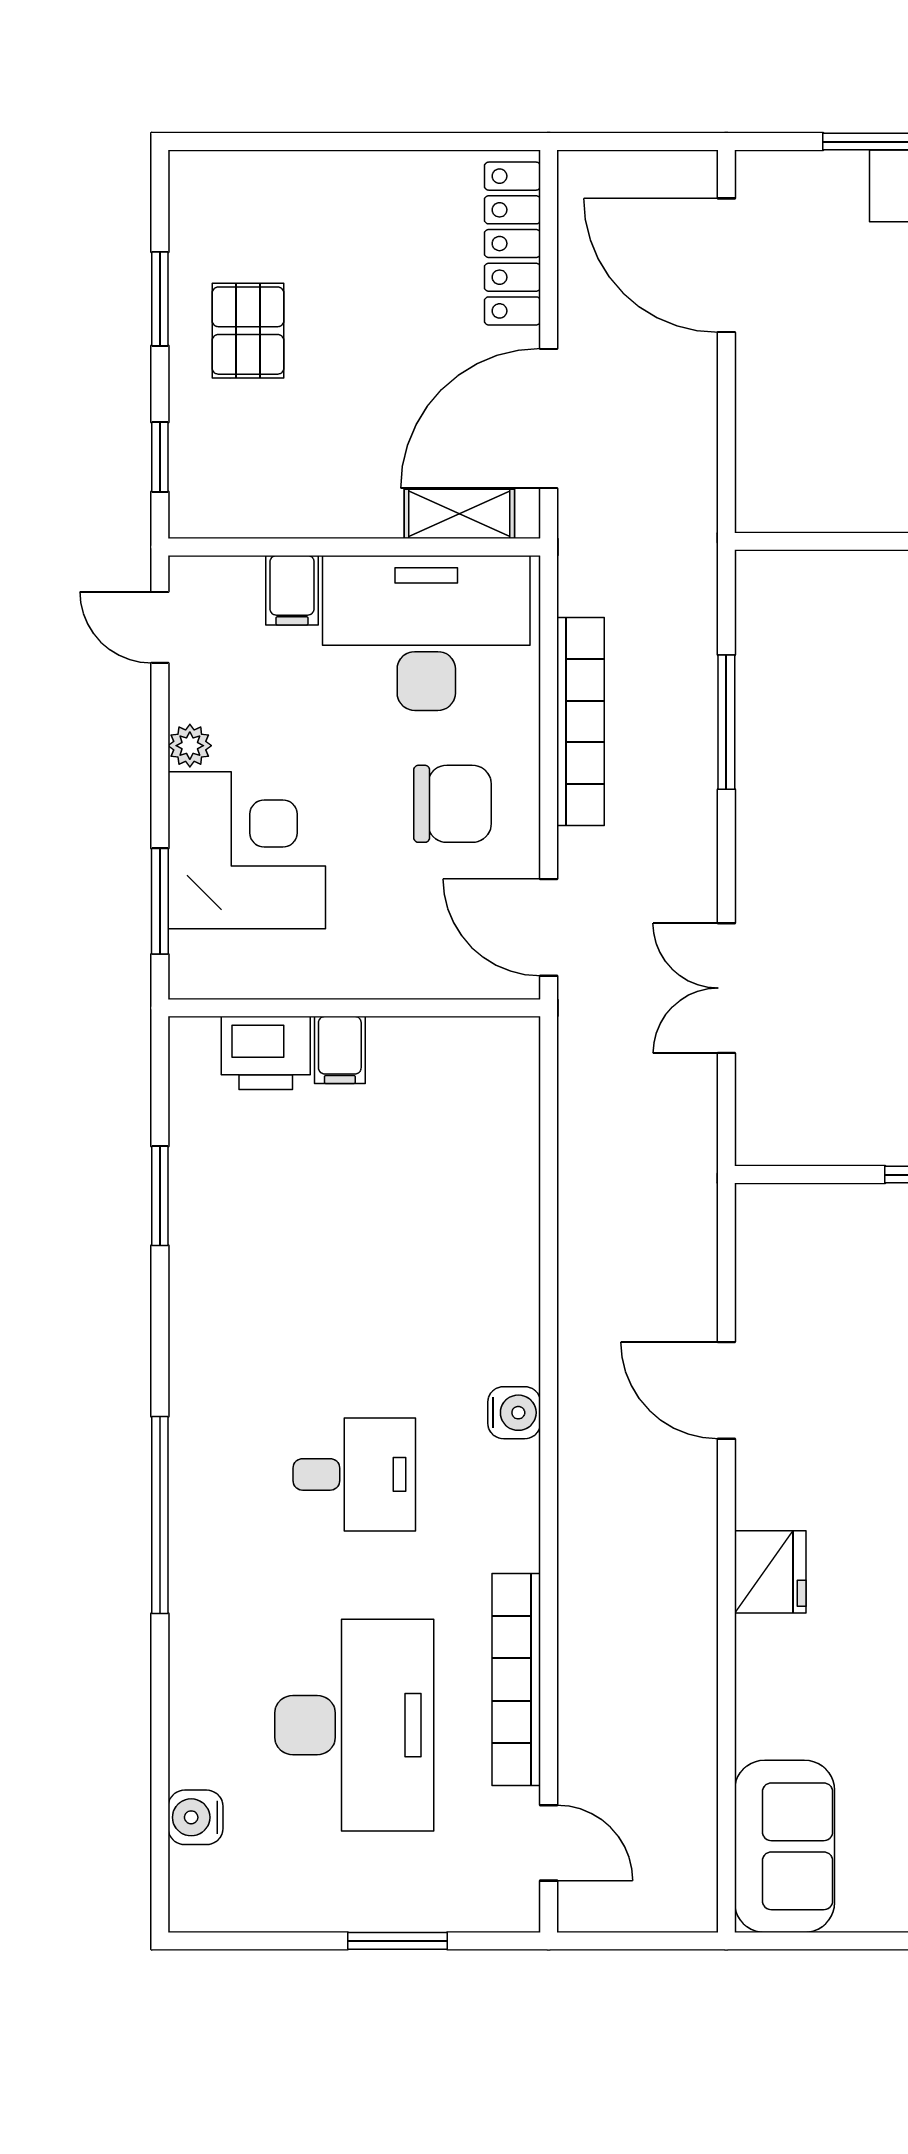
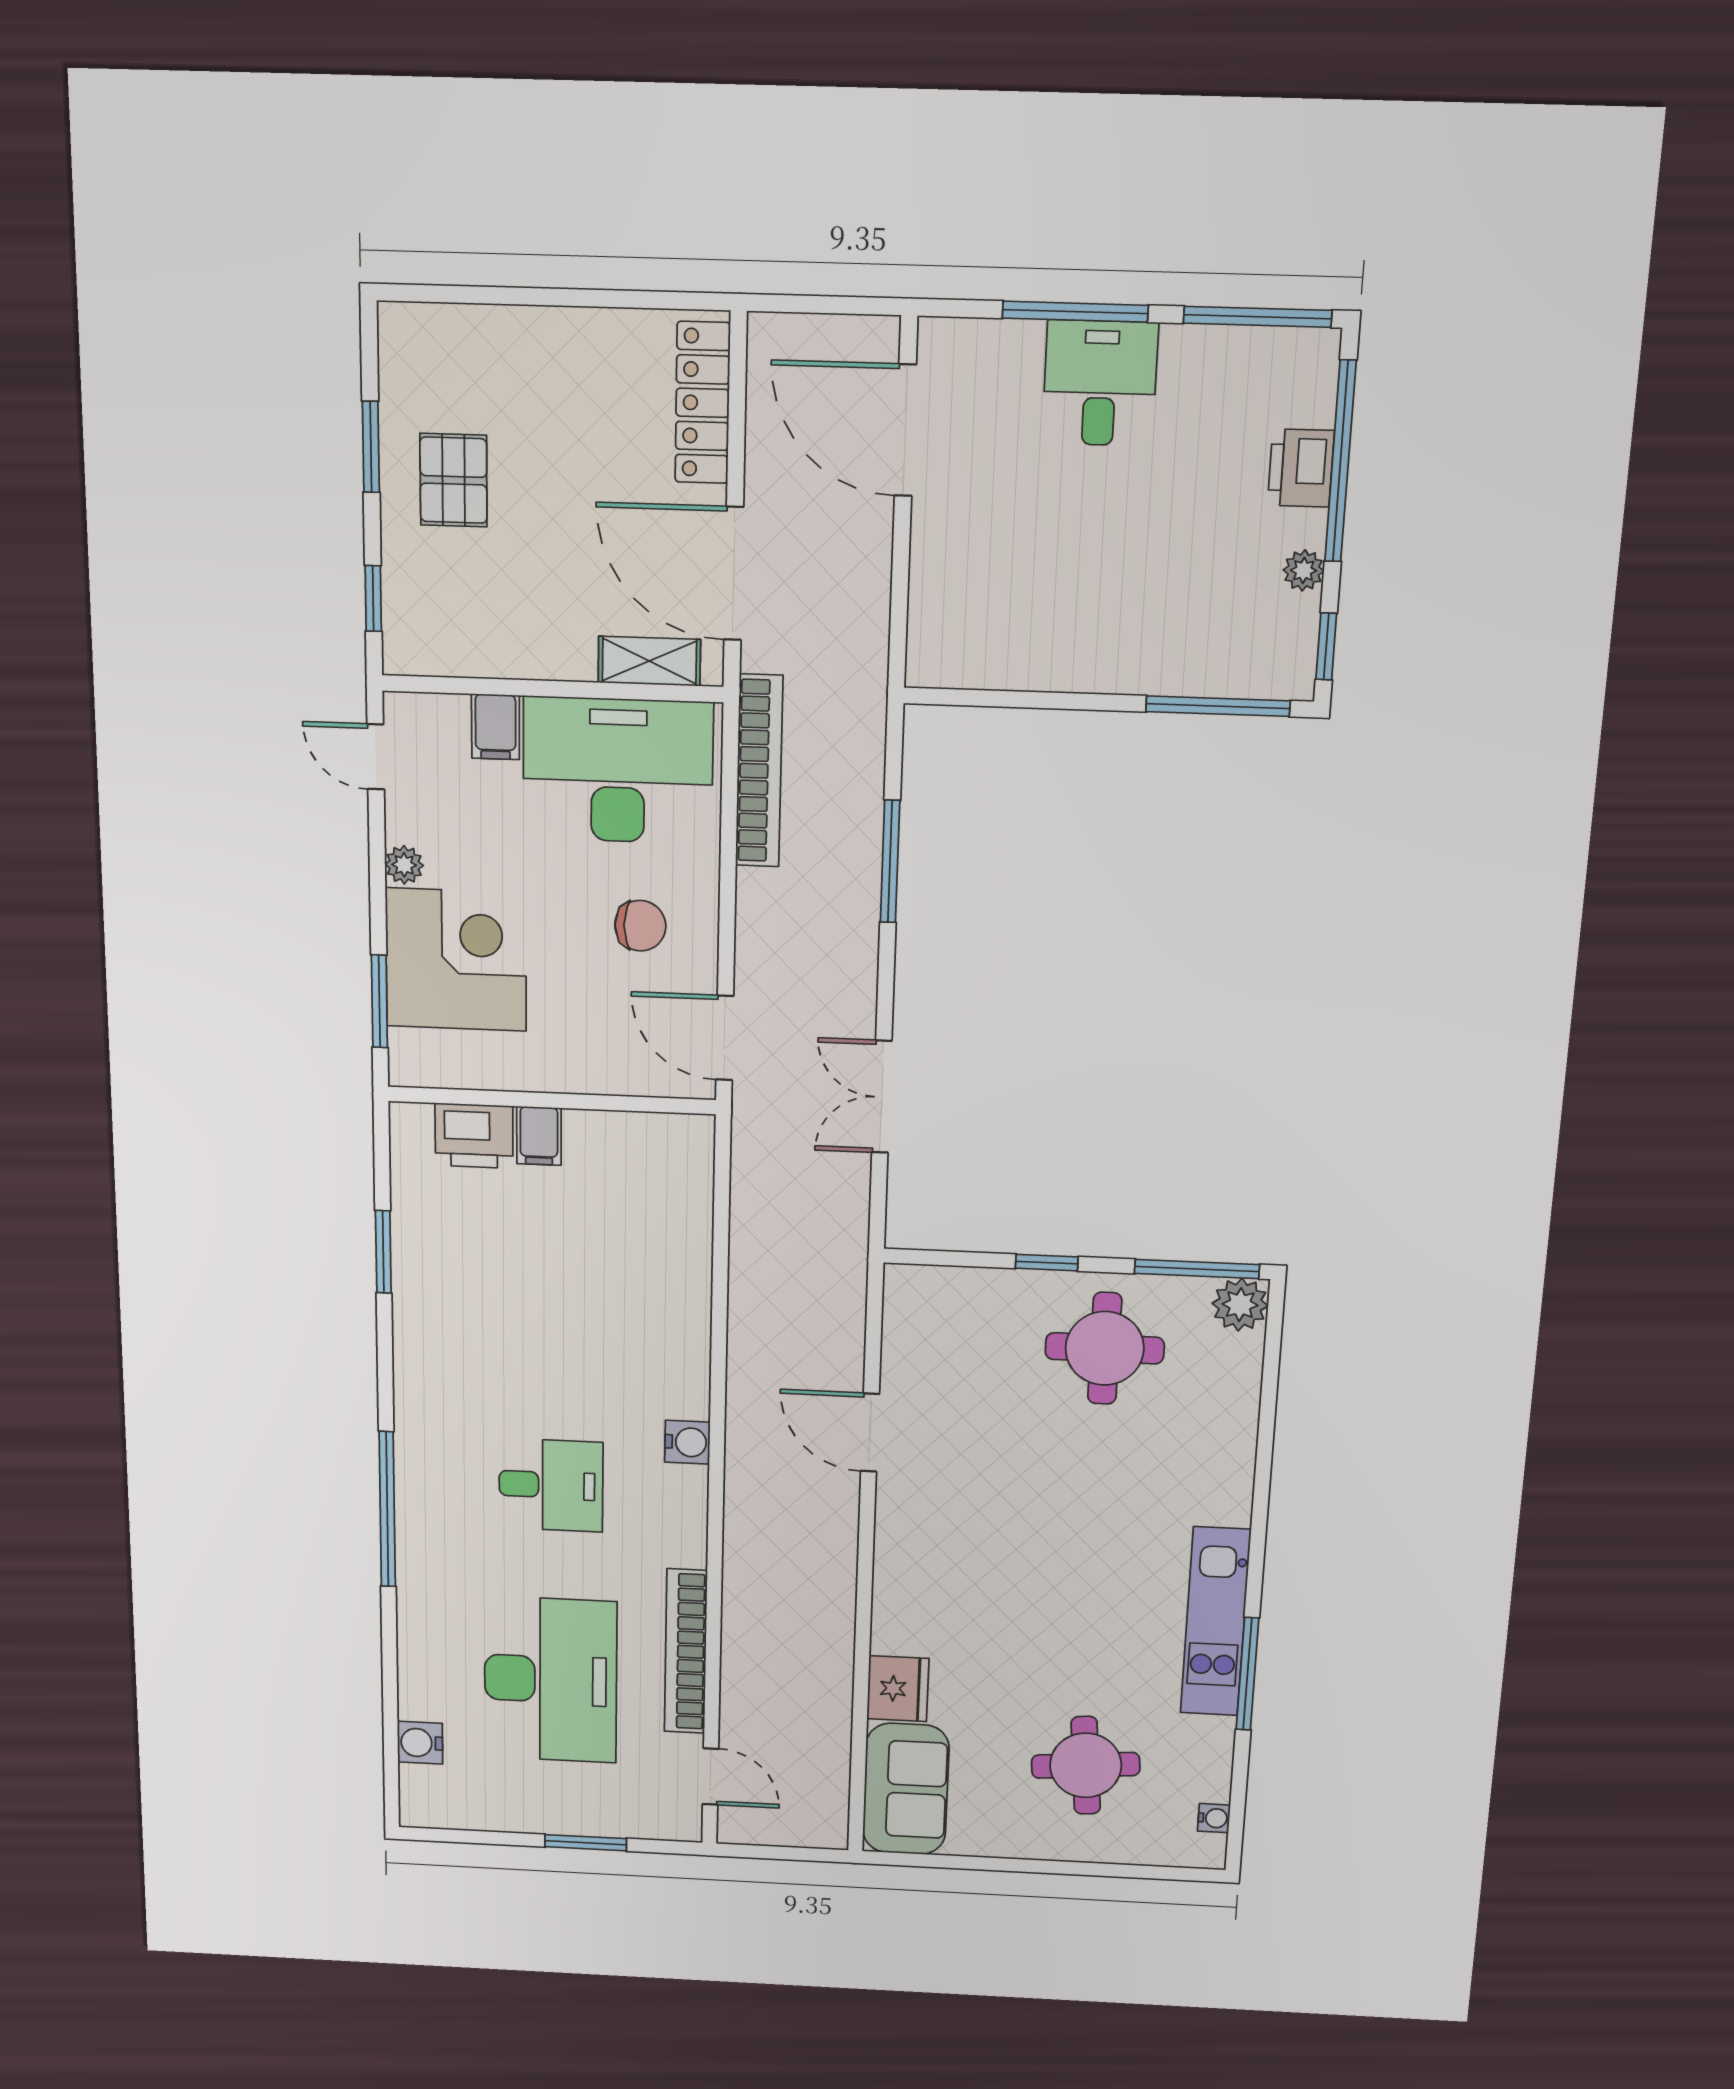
door: (549, 419) -> (734, 574), hinge flipped
bookcase: (581, 721) -> (759, 771), moved
chair: (453, 804) -> (640, 926), width x0.73, depth x0.73
fridge: (770, 1572) -> (898, 1689), moved

